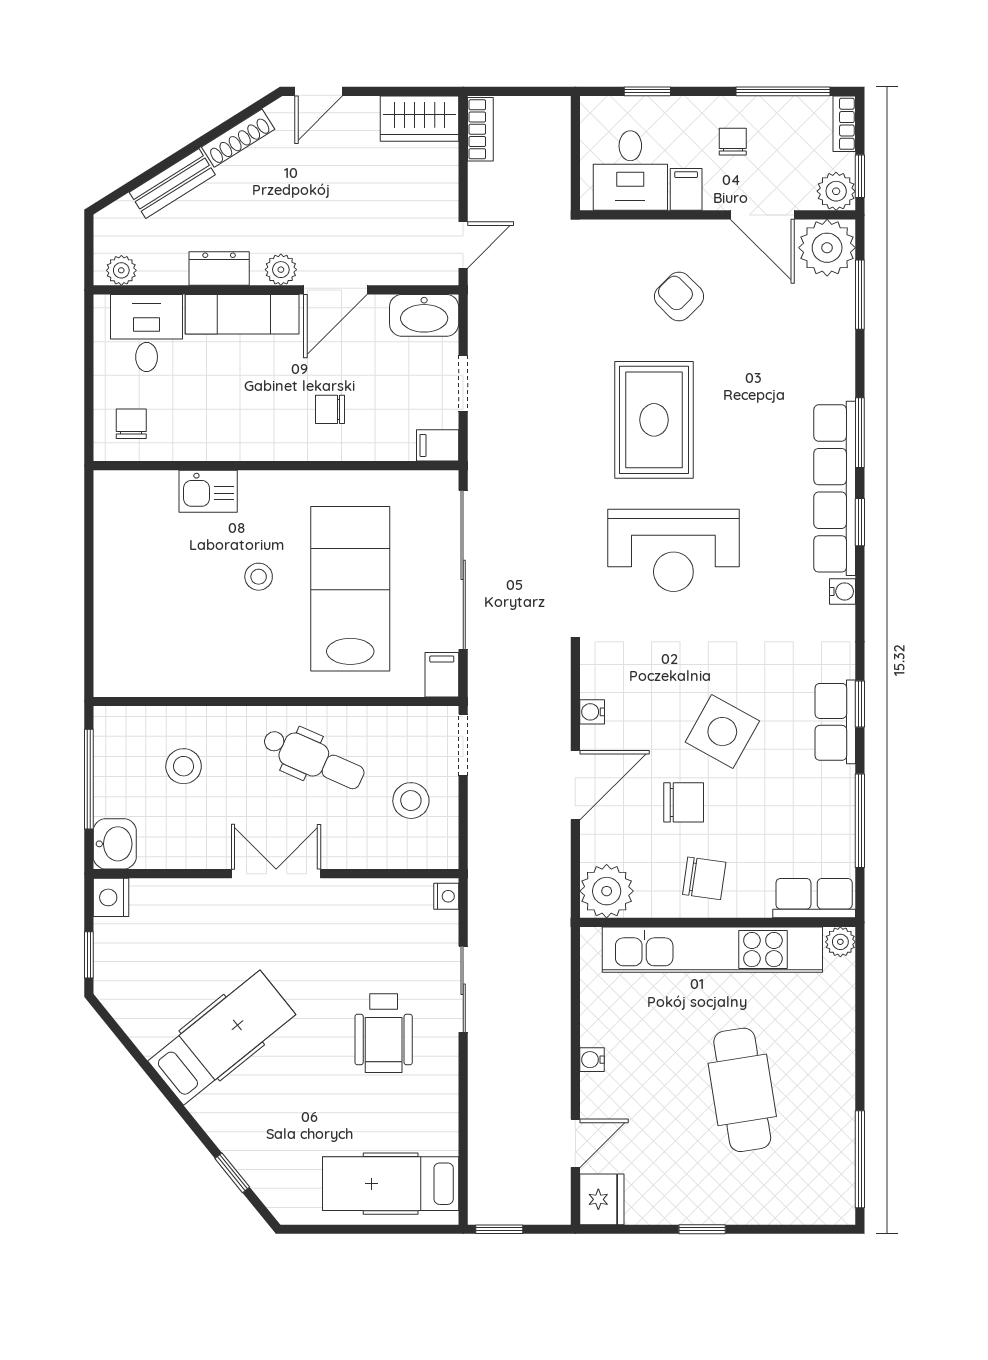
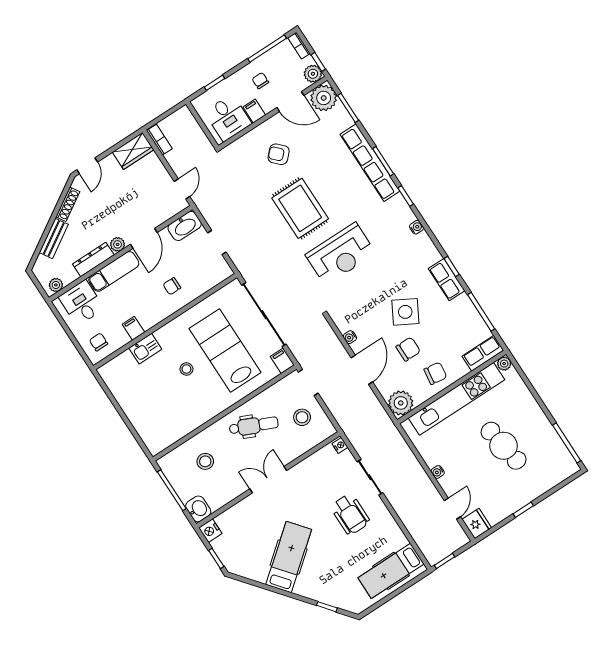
dresser: (219, 268) -> (93, 260), width x1.44
filing cabinet: (438, 445) -> (133, 328), moved, turned 90
row of seats: (835, 488) -> (370, 163), moved

